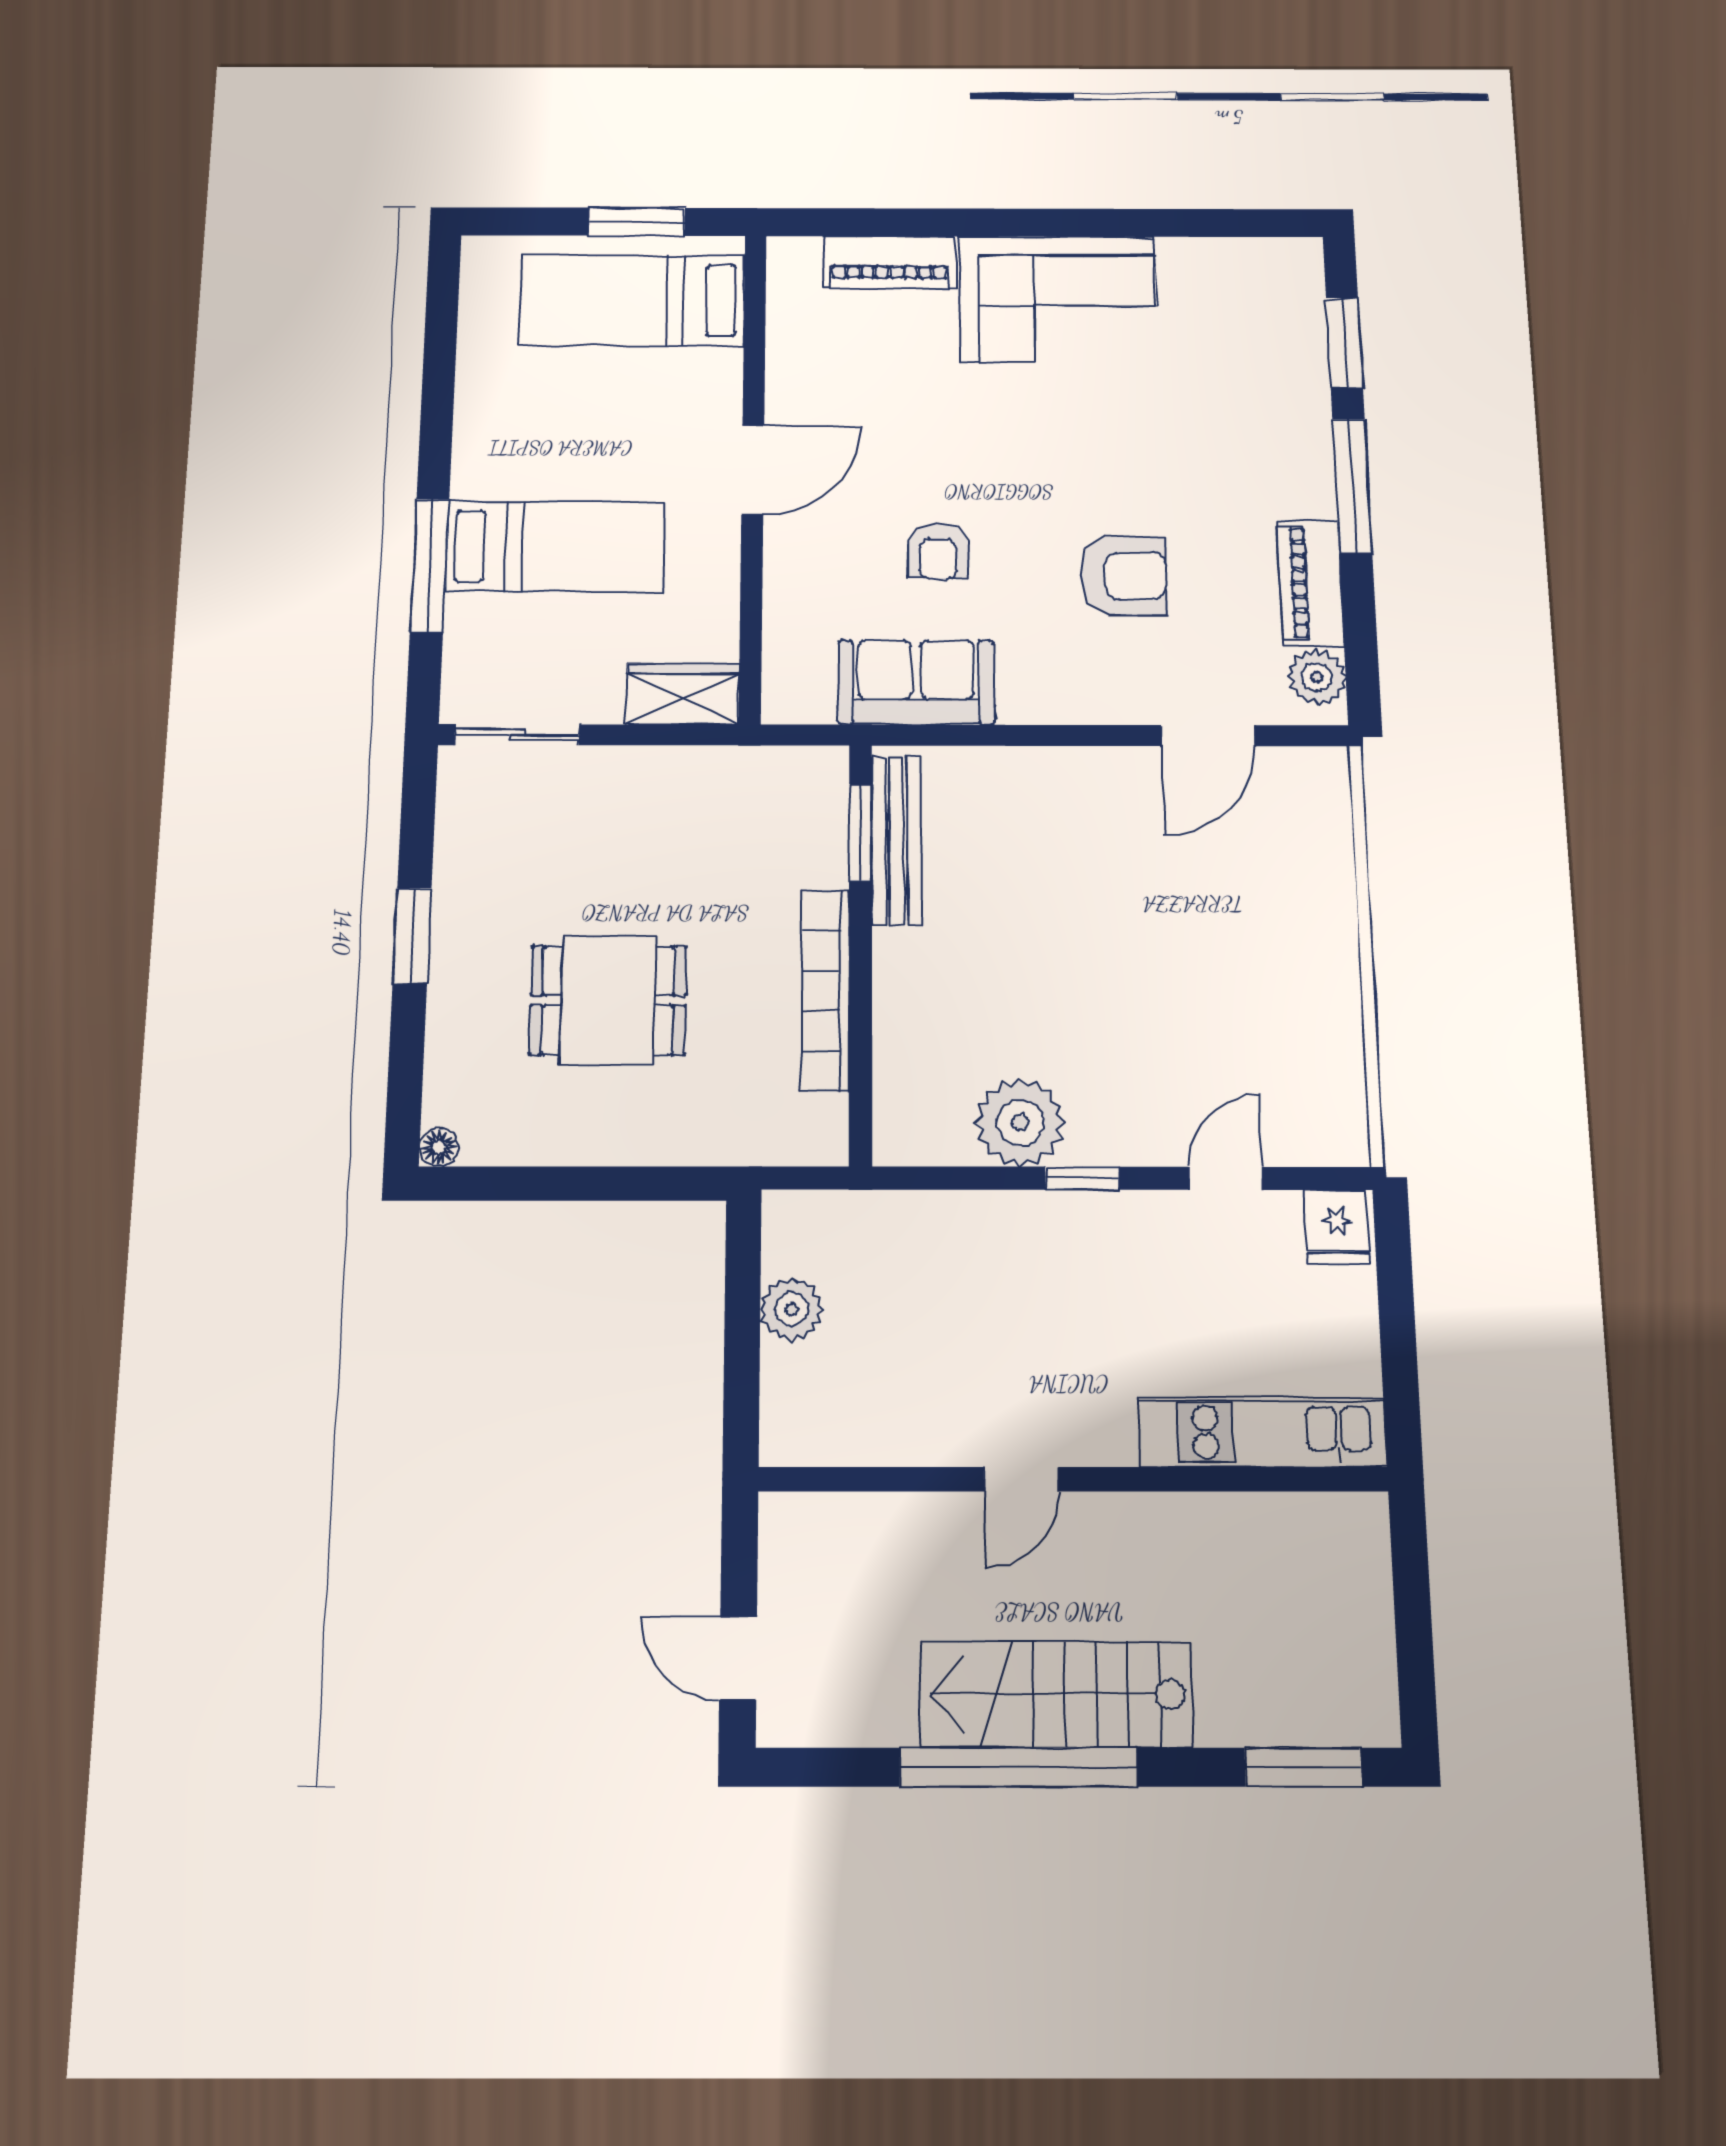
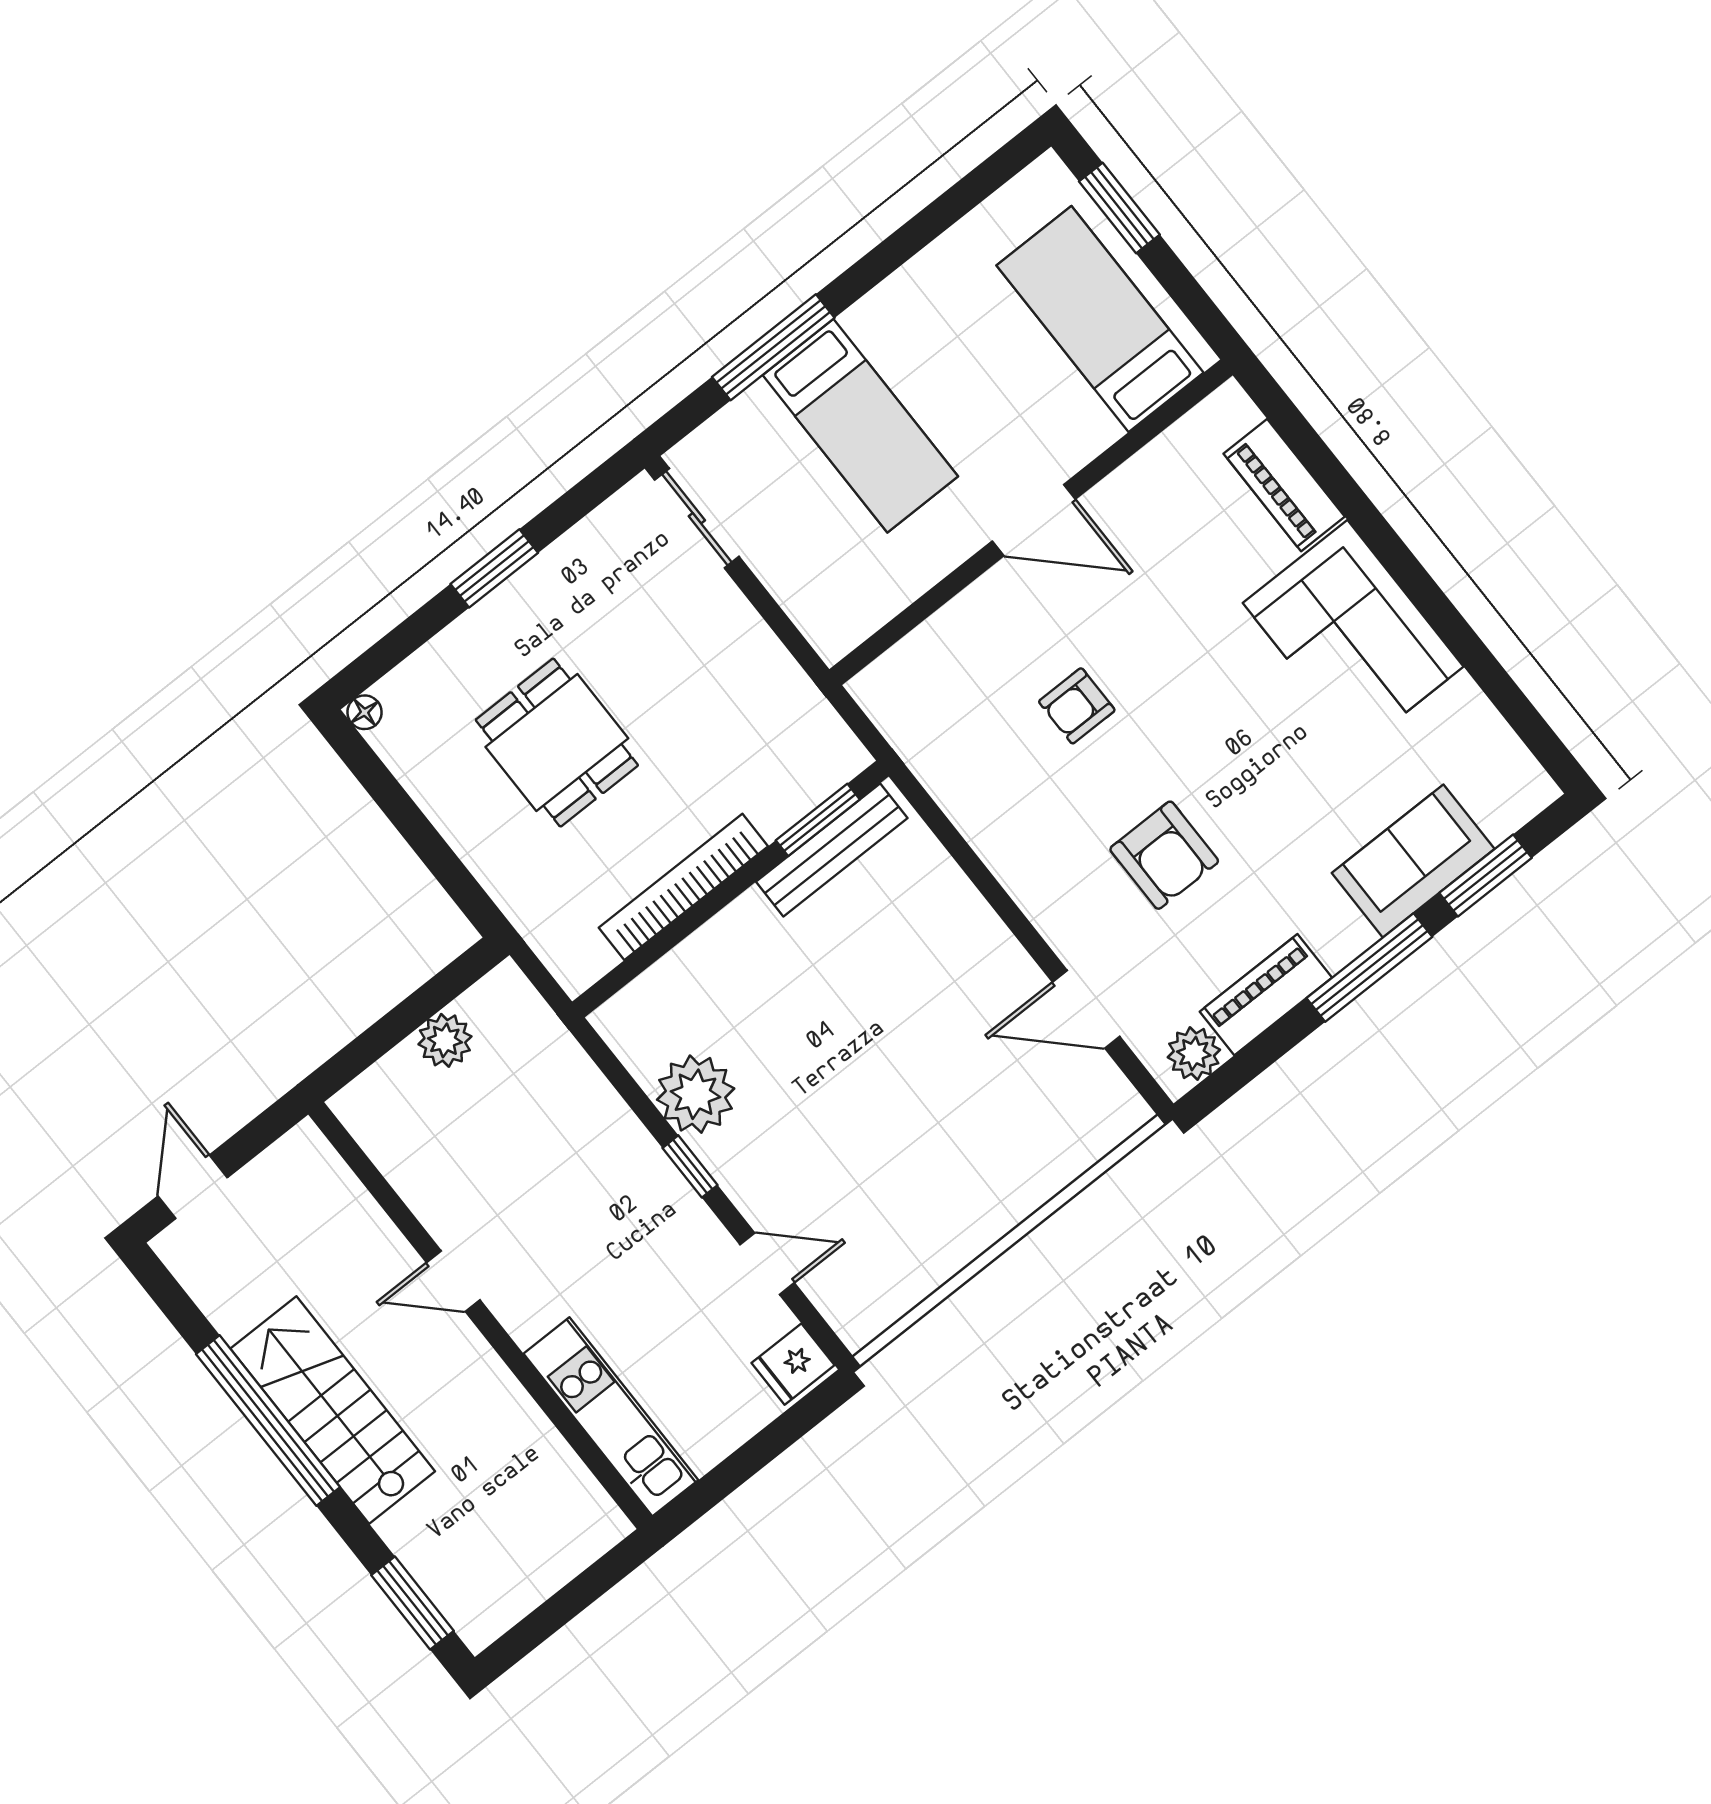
window: (637, 222) -> (1119, 208), moved
sofa: (916, 682) -> (1413, 861), moved, turned -90
wardrobe: (683, 694) -> (821, 611), removed

